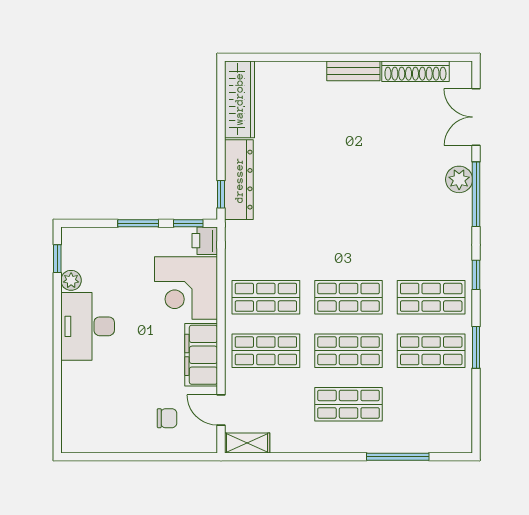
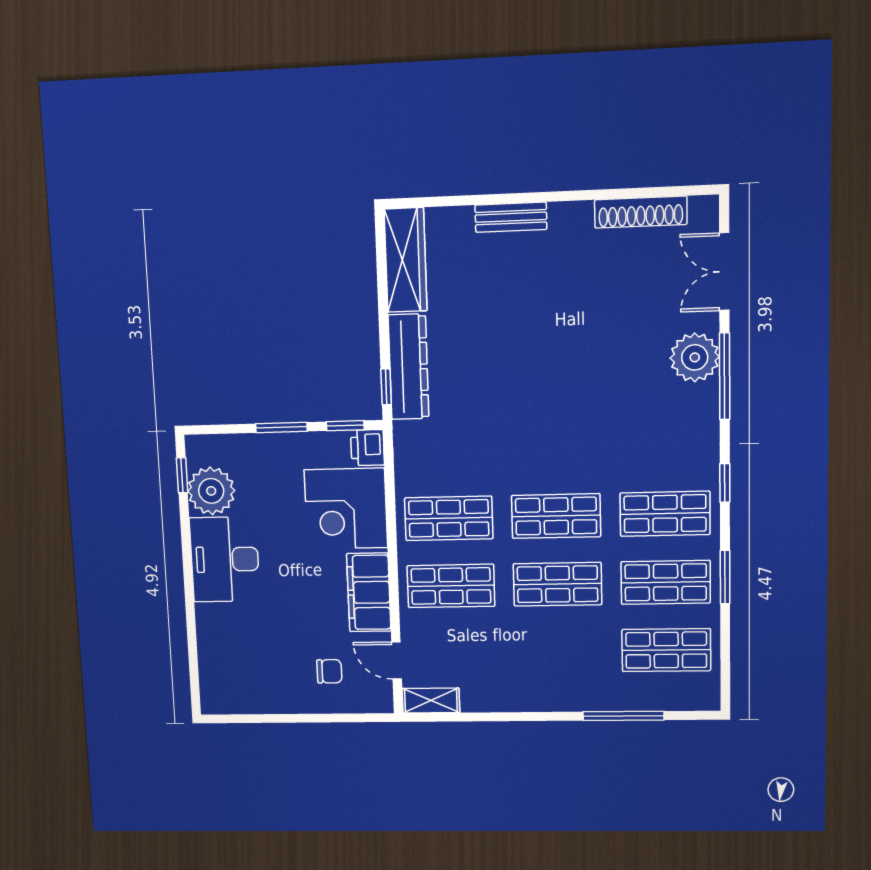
bench: (353, 71) -> (511, 217), moved
plant: (459, 179) -> (695, 357), width x1.36, depth x1.36
plant: (71, 280) -> (211, 491), width x1.87, depth x1.87
shop shelf: (349, 404) -> (666, 650), moved

